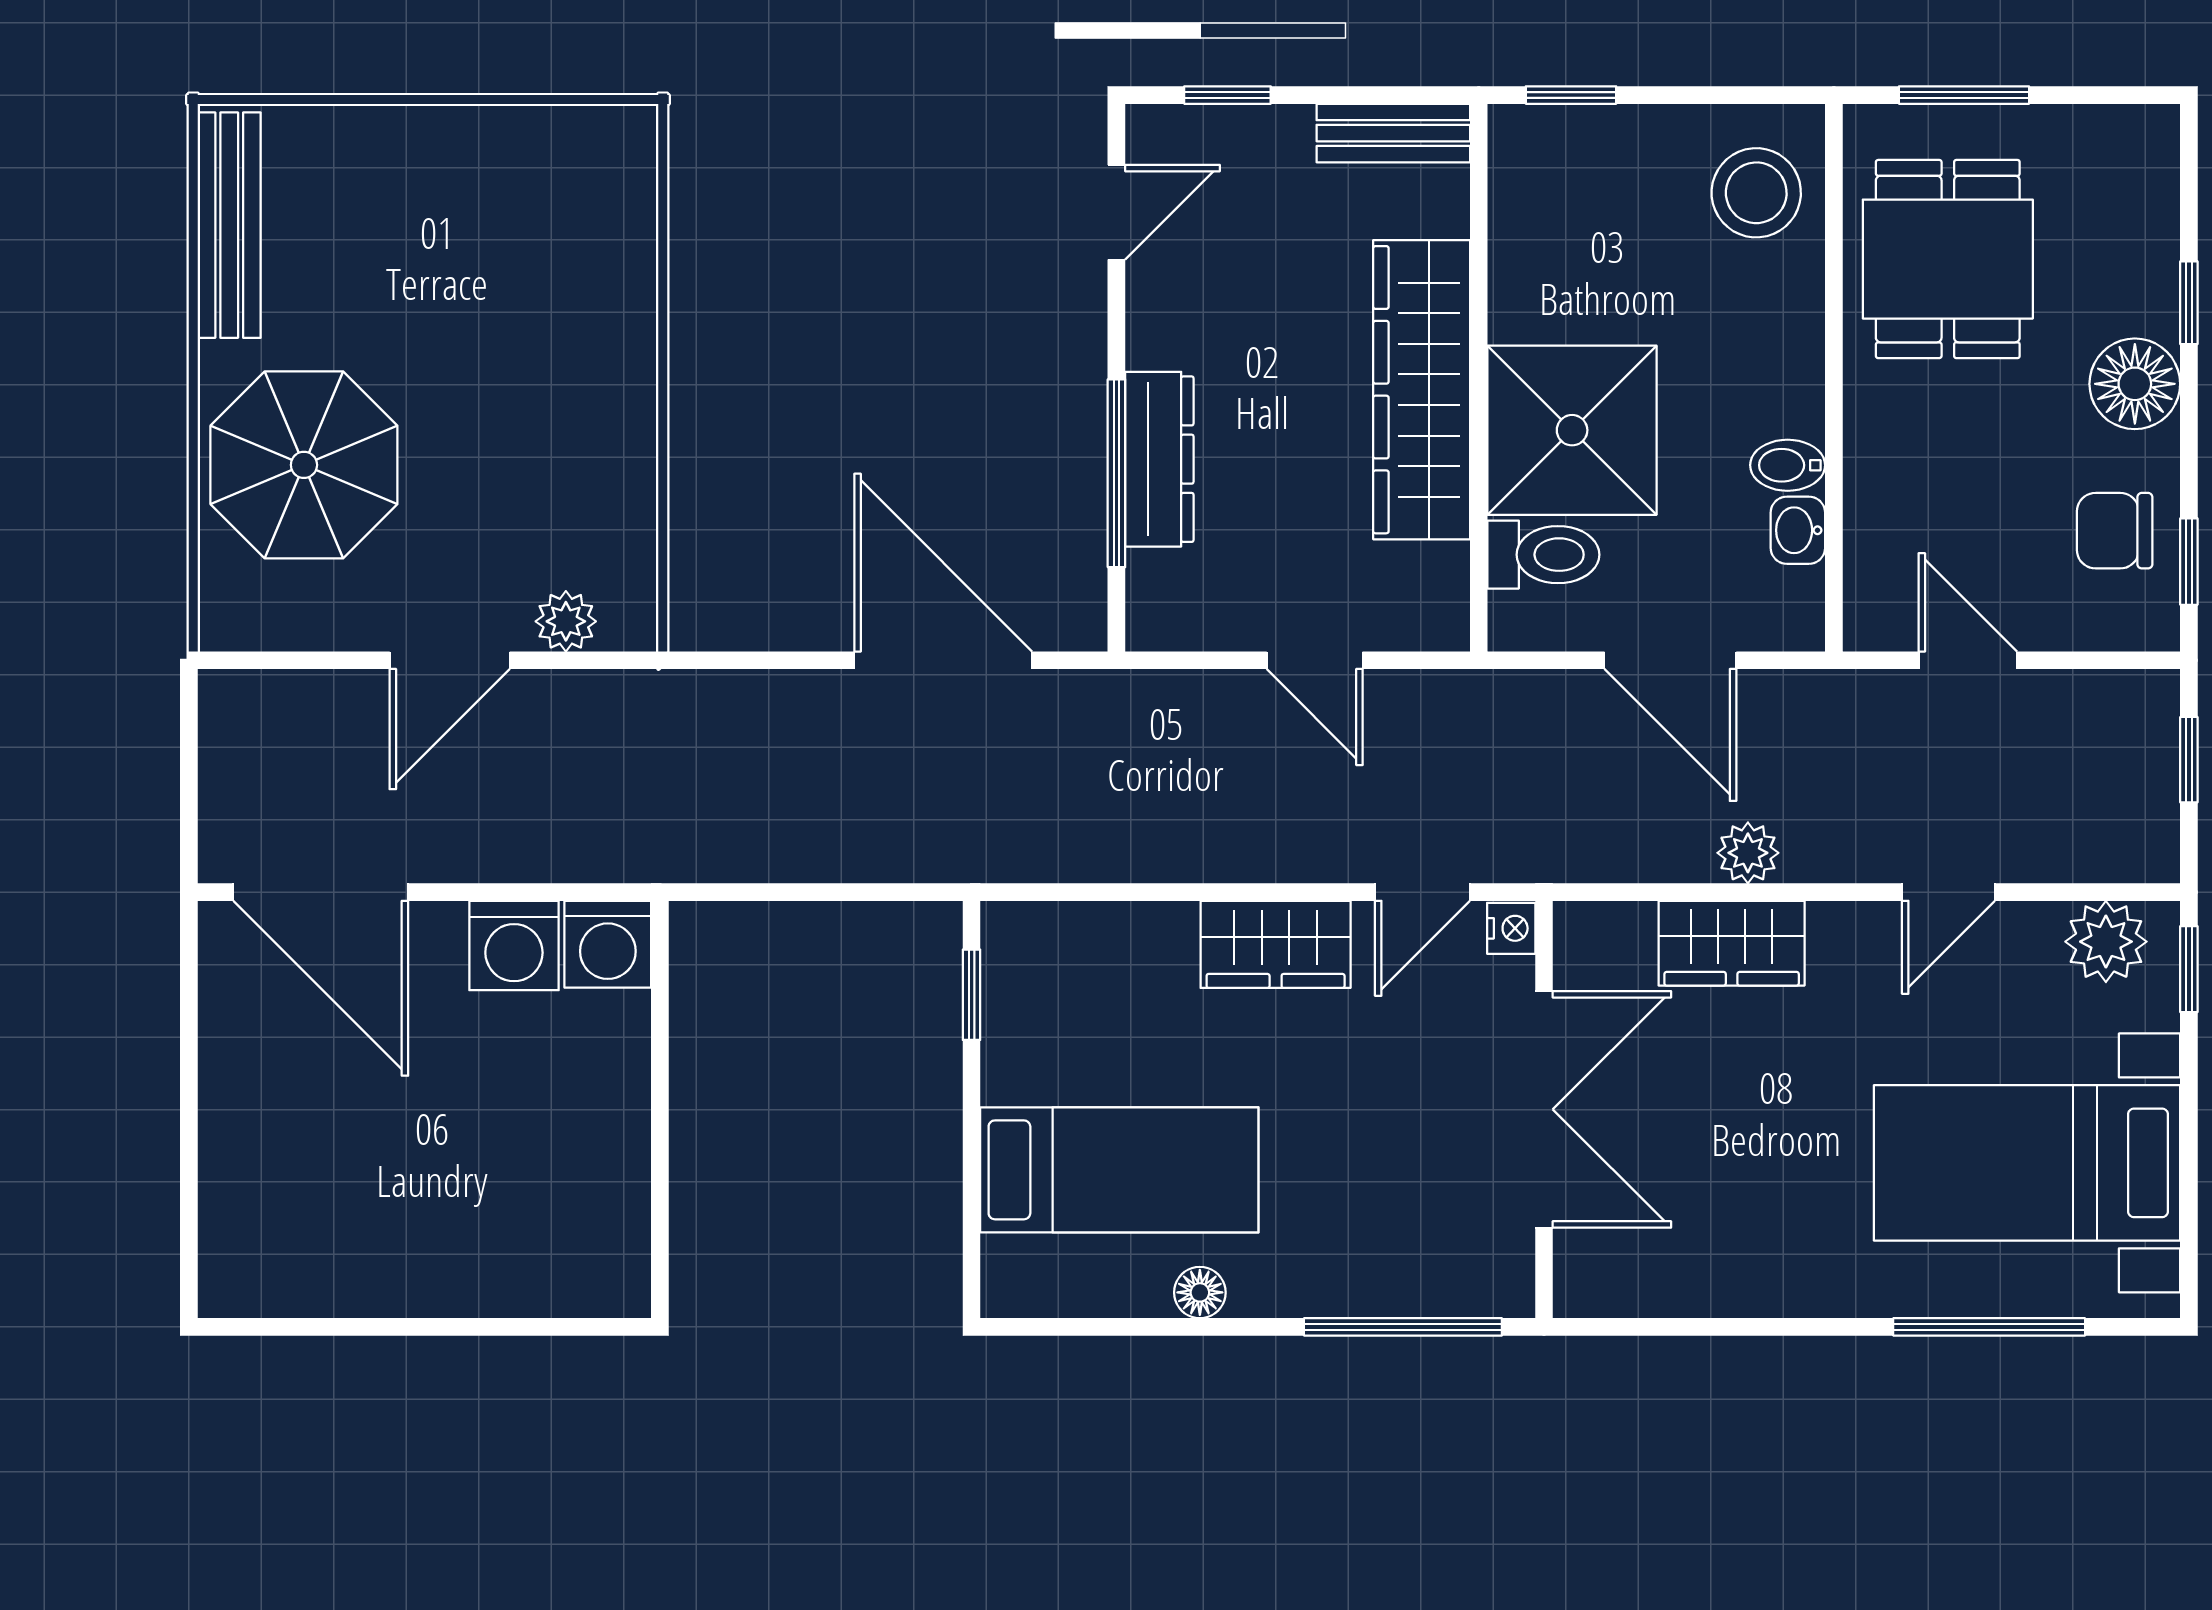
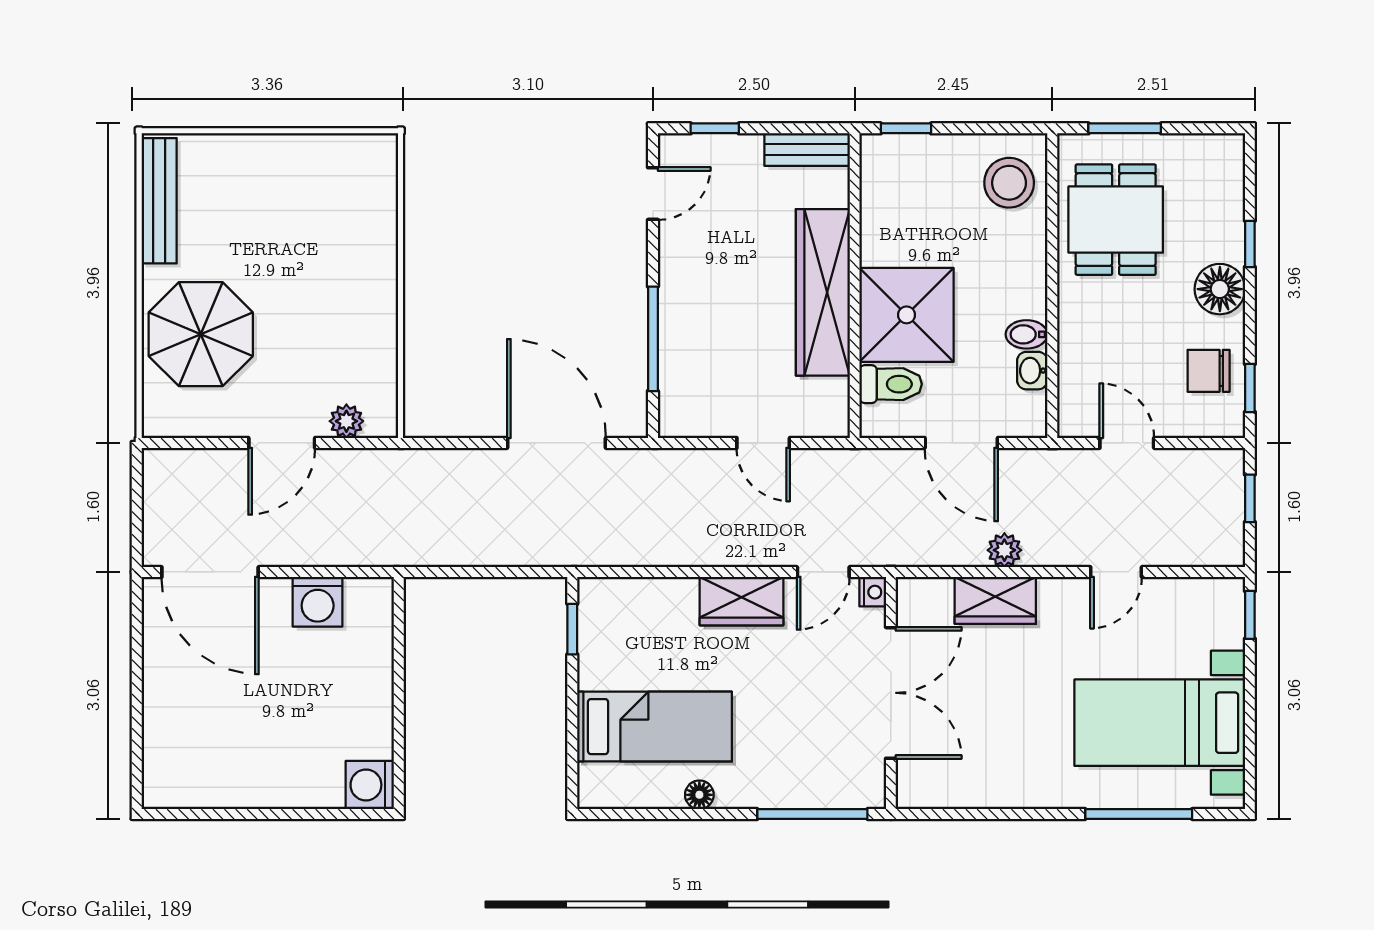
dresser: (1159, 459) -> (677, 331), removed
plant: (2106, 942) -> (1204, 599), removed
washing machine: (608, 944) -> (370, 785), moved, turned 90

